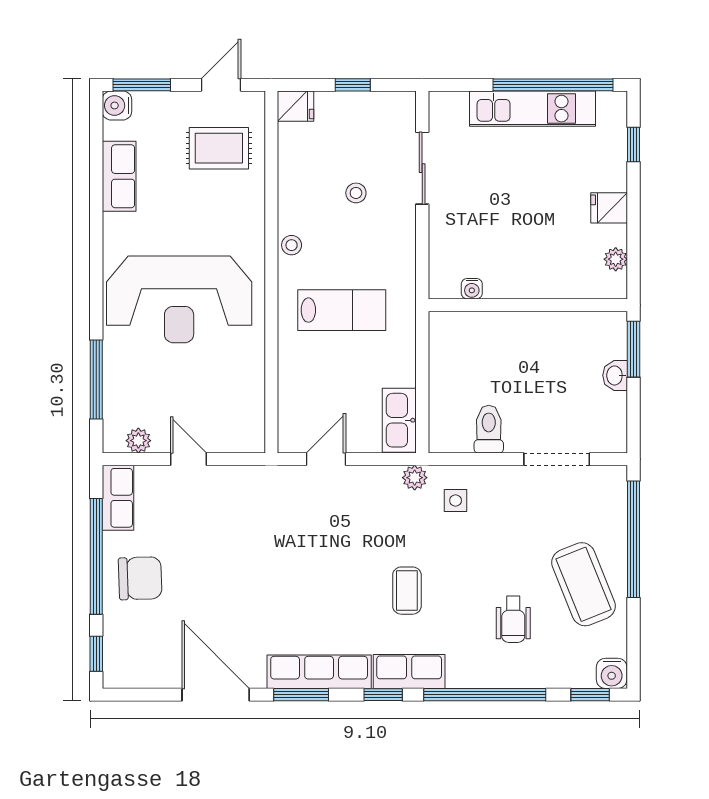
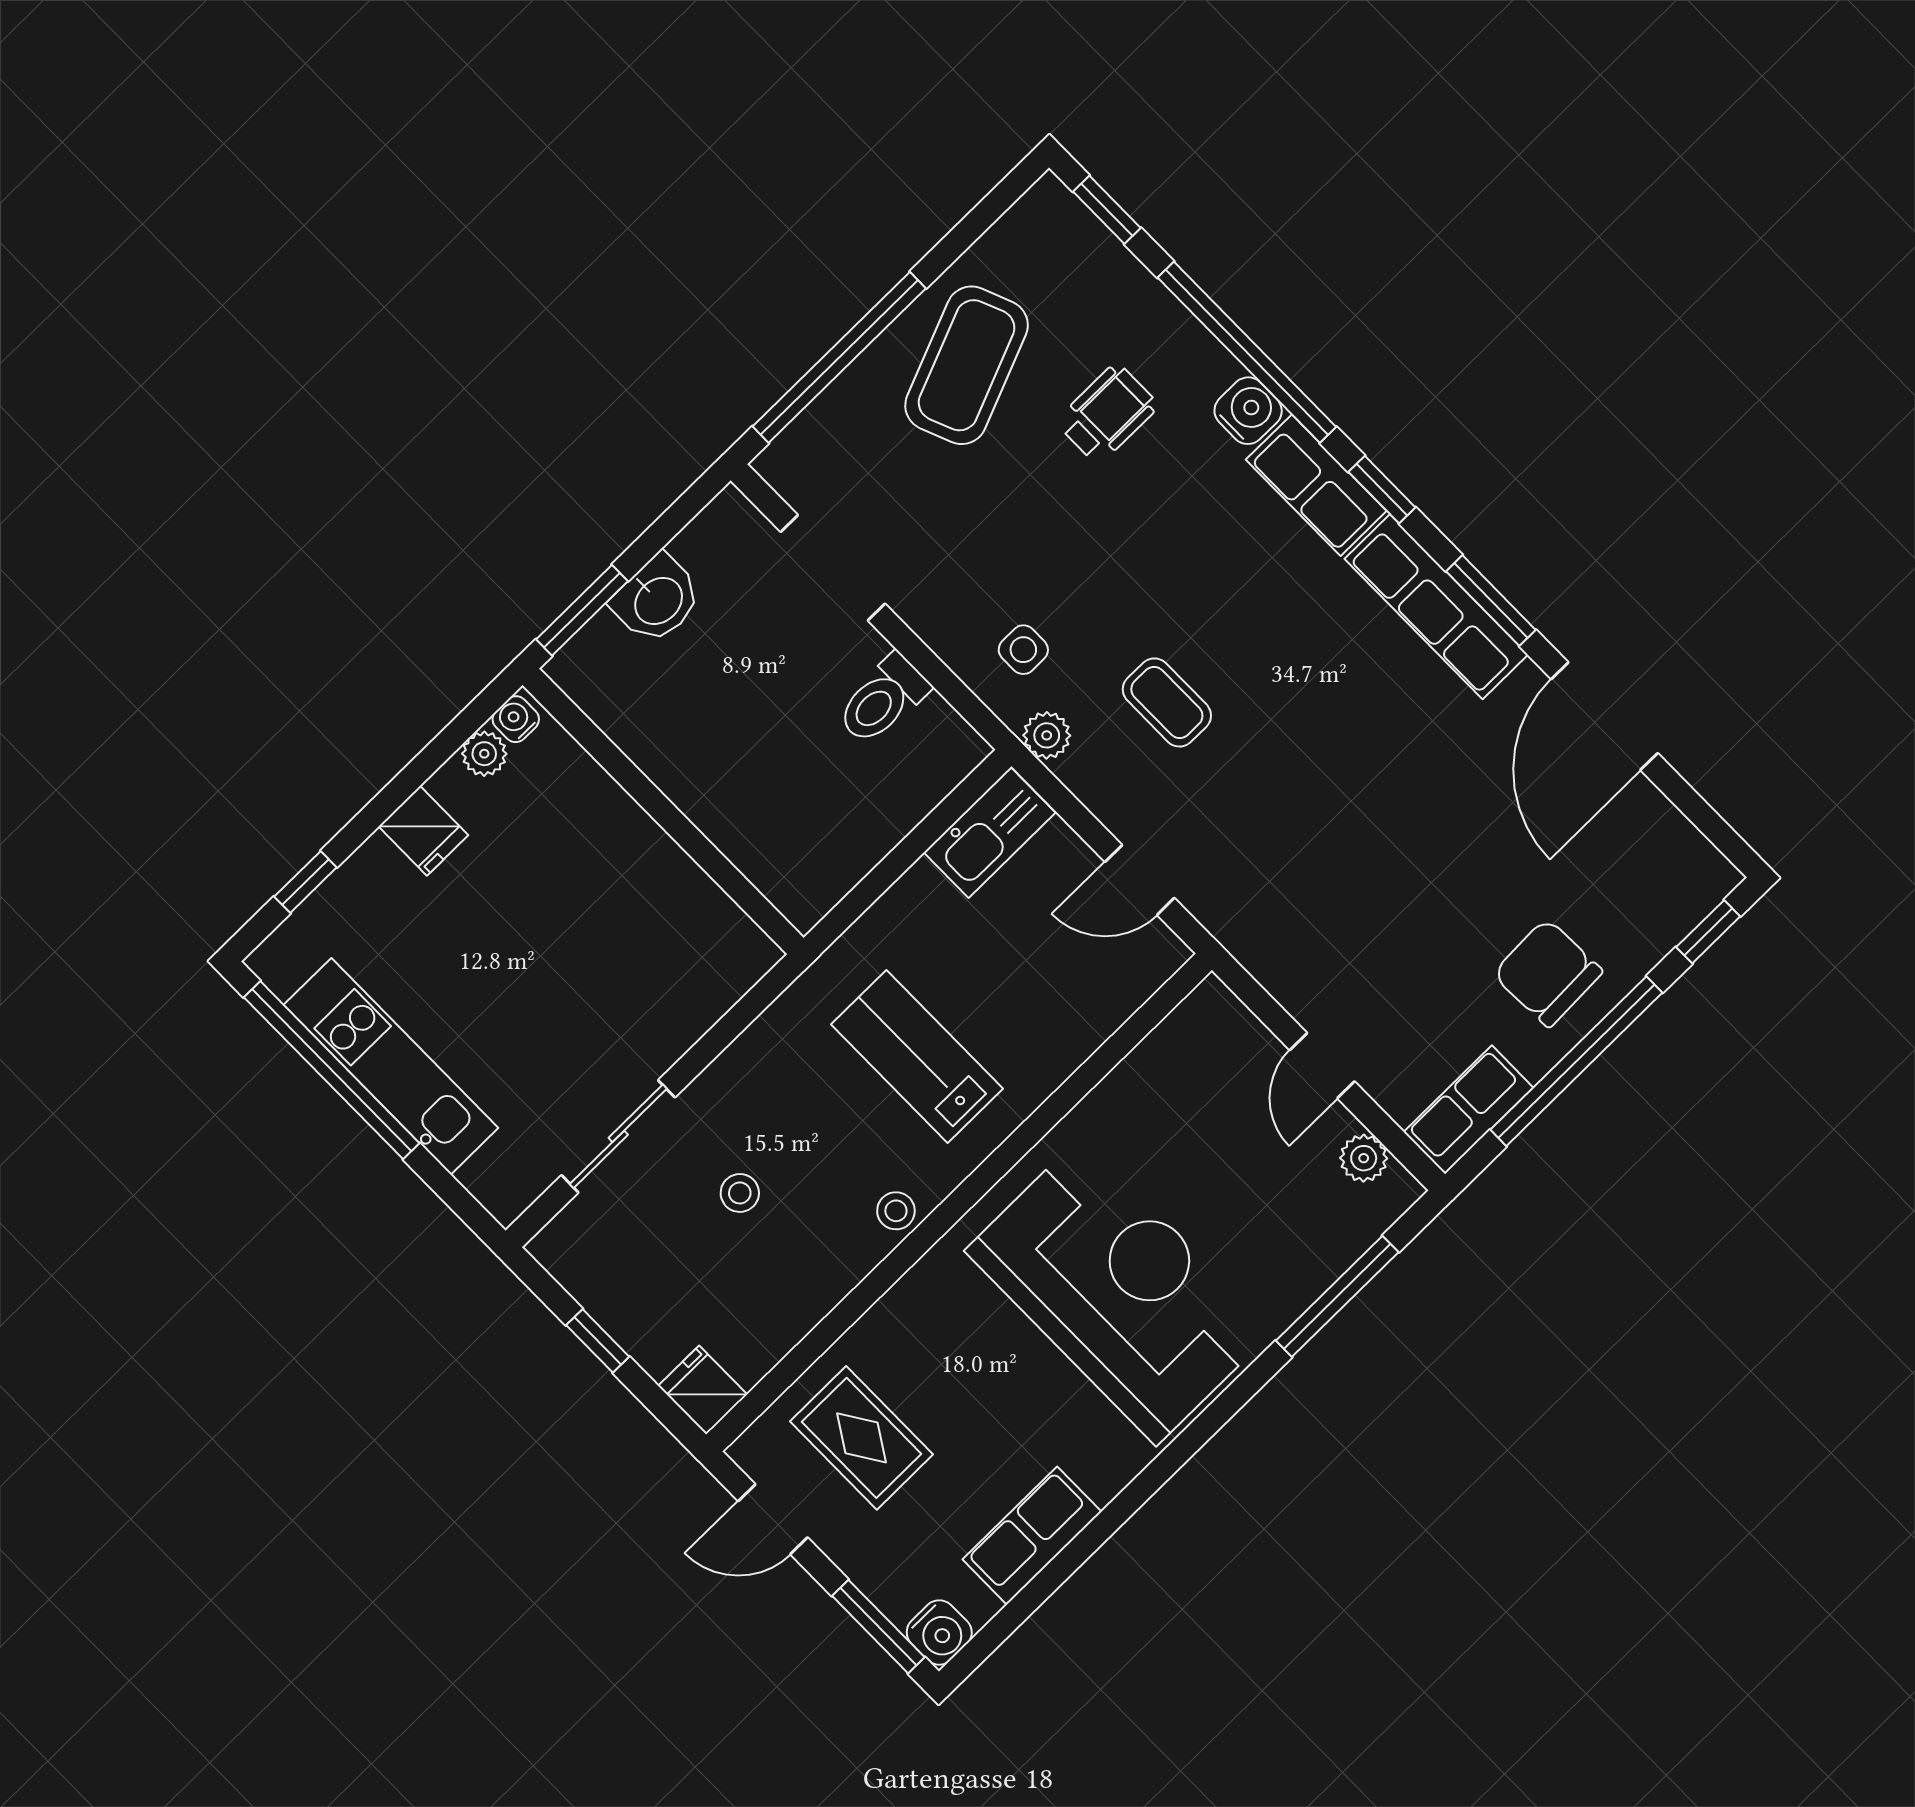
water cooler: (472, 289) -> (516, 719), moved, turned -90
washbasin: (615, 375) -> (657, 600), width x1.38, depth x1.45
coffee table: (407, 591) -> (1167, 702), moved, turned 90
water cooler: (612, 673) -> (1248, 411), moved

